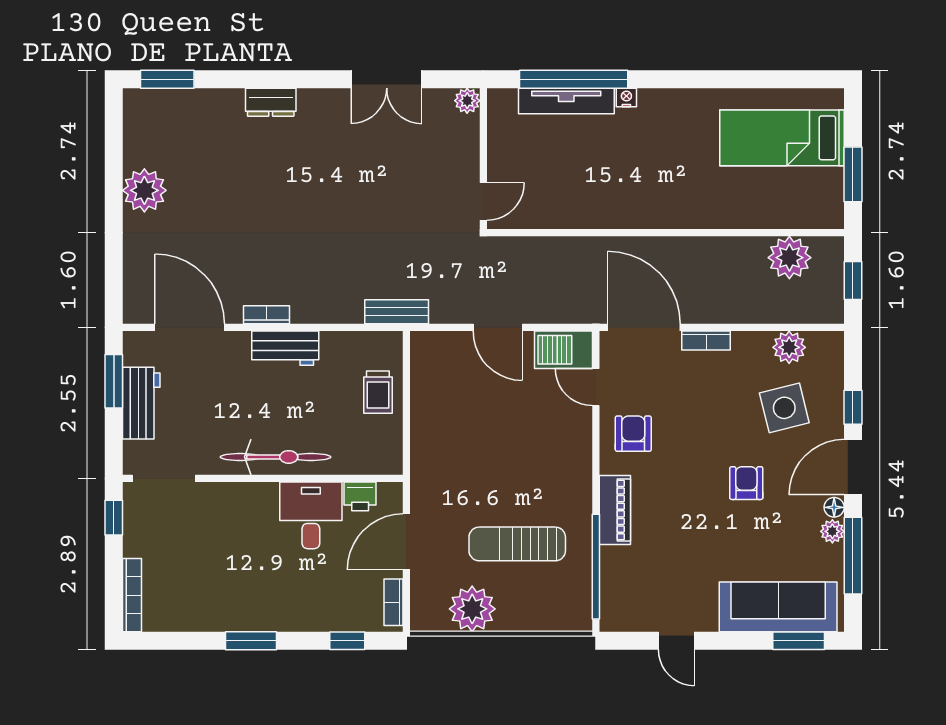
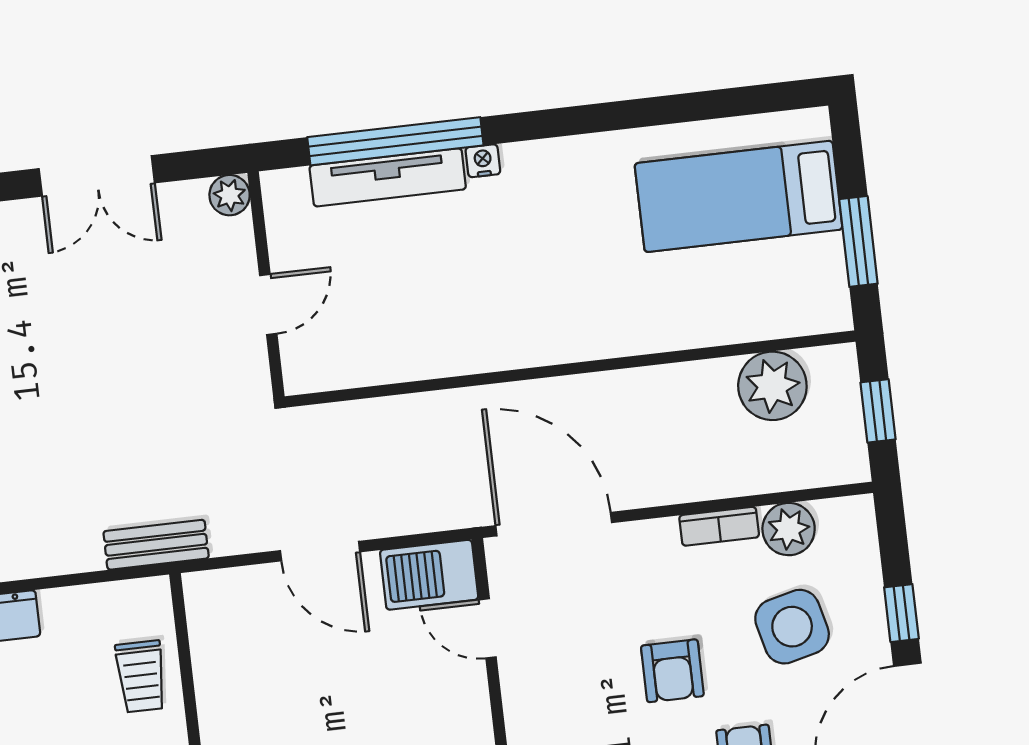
door: (483, 201) -> (268, 305), moved
bookcase: (706, 341) -> (719, 526), moved
armchair: (633, 434) -> (672, 671), moved, turned 180

